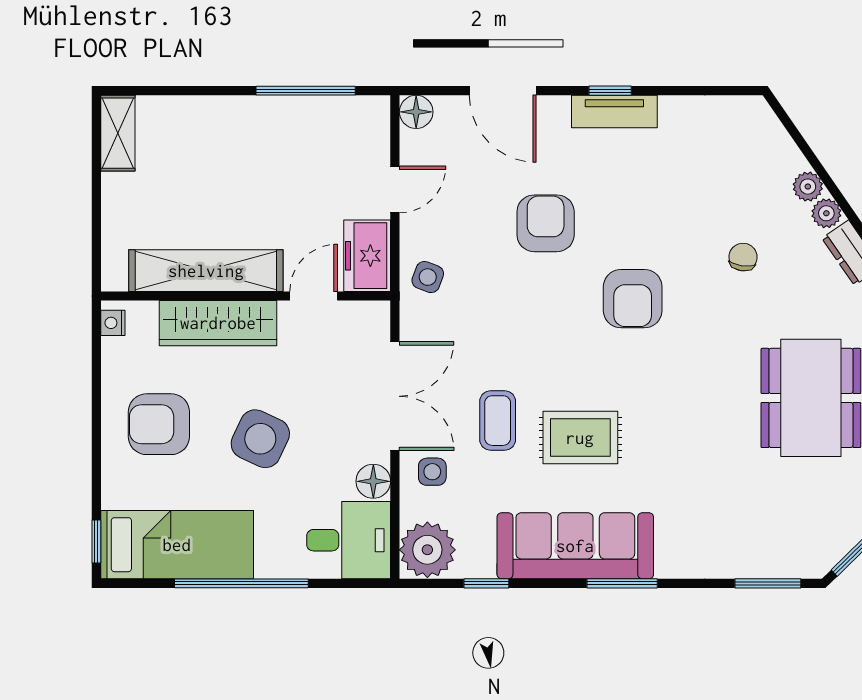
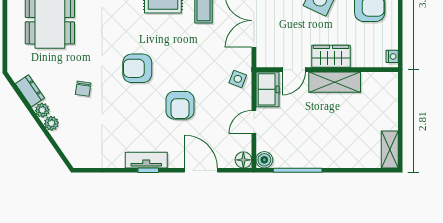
boiler: (374, 112) -> (264, 160), added
shelving: (206, 271) -> (335, 82), width x0.68
armchair: (633, 299) -> (137, 68), turned -90
wardrobe: (218, 323) -> (331, 56), width x0.67

